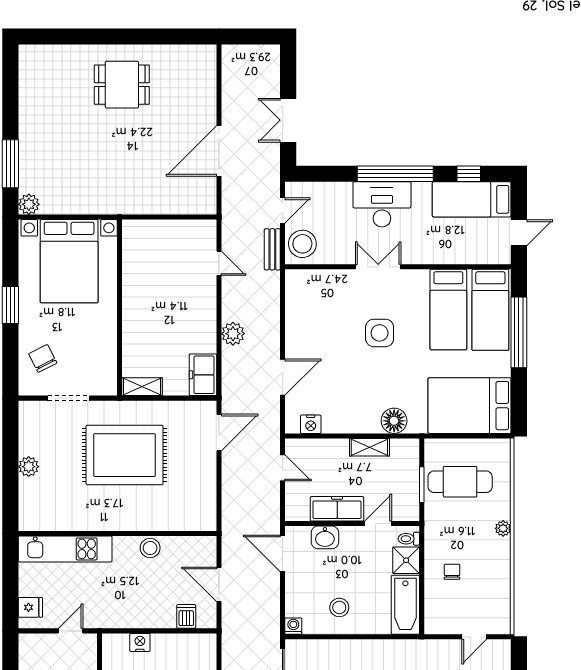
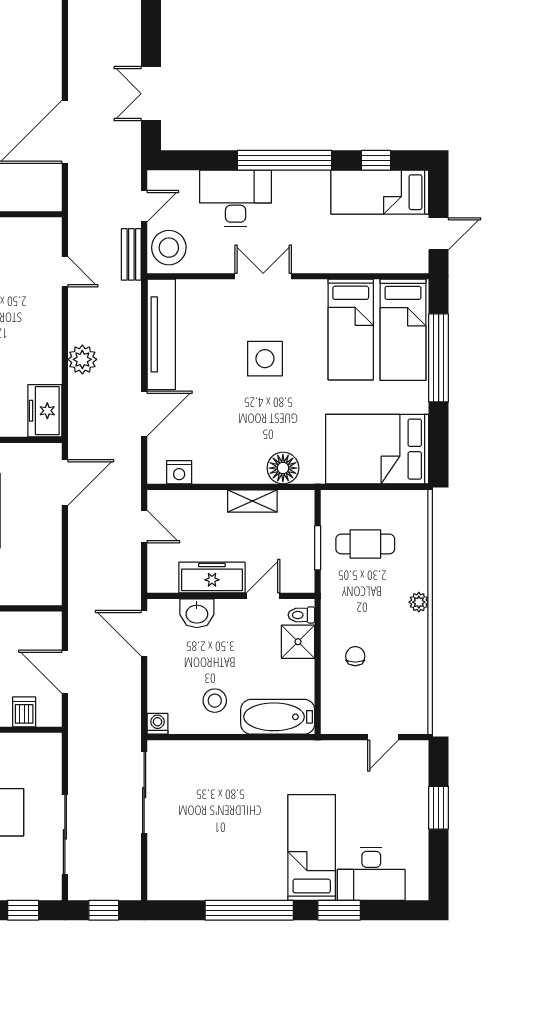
desk: (382, 204) -> (236, 198), moved
tv unit: (296, 314) -> (161, 334), added
cafe table: (460, 482) -> (365, 544), width x0.73, depth x0.74
bathtub: (405, 605) -> (278, 717), moved, turned 90

